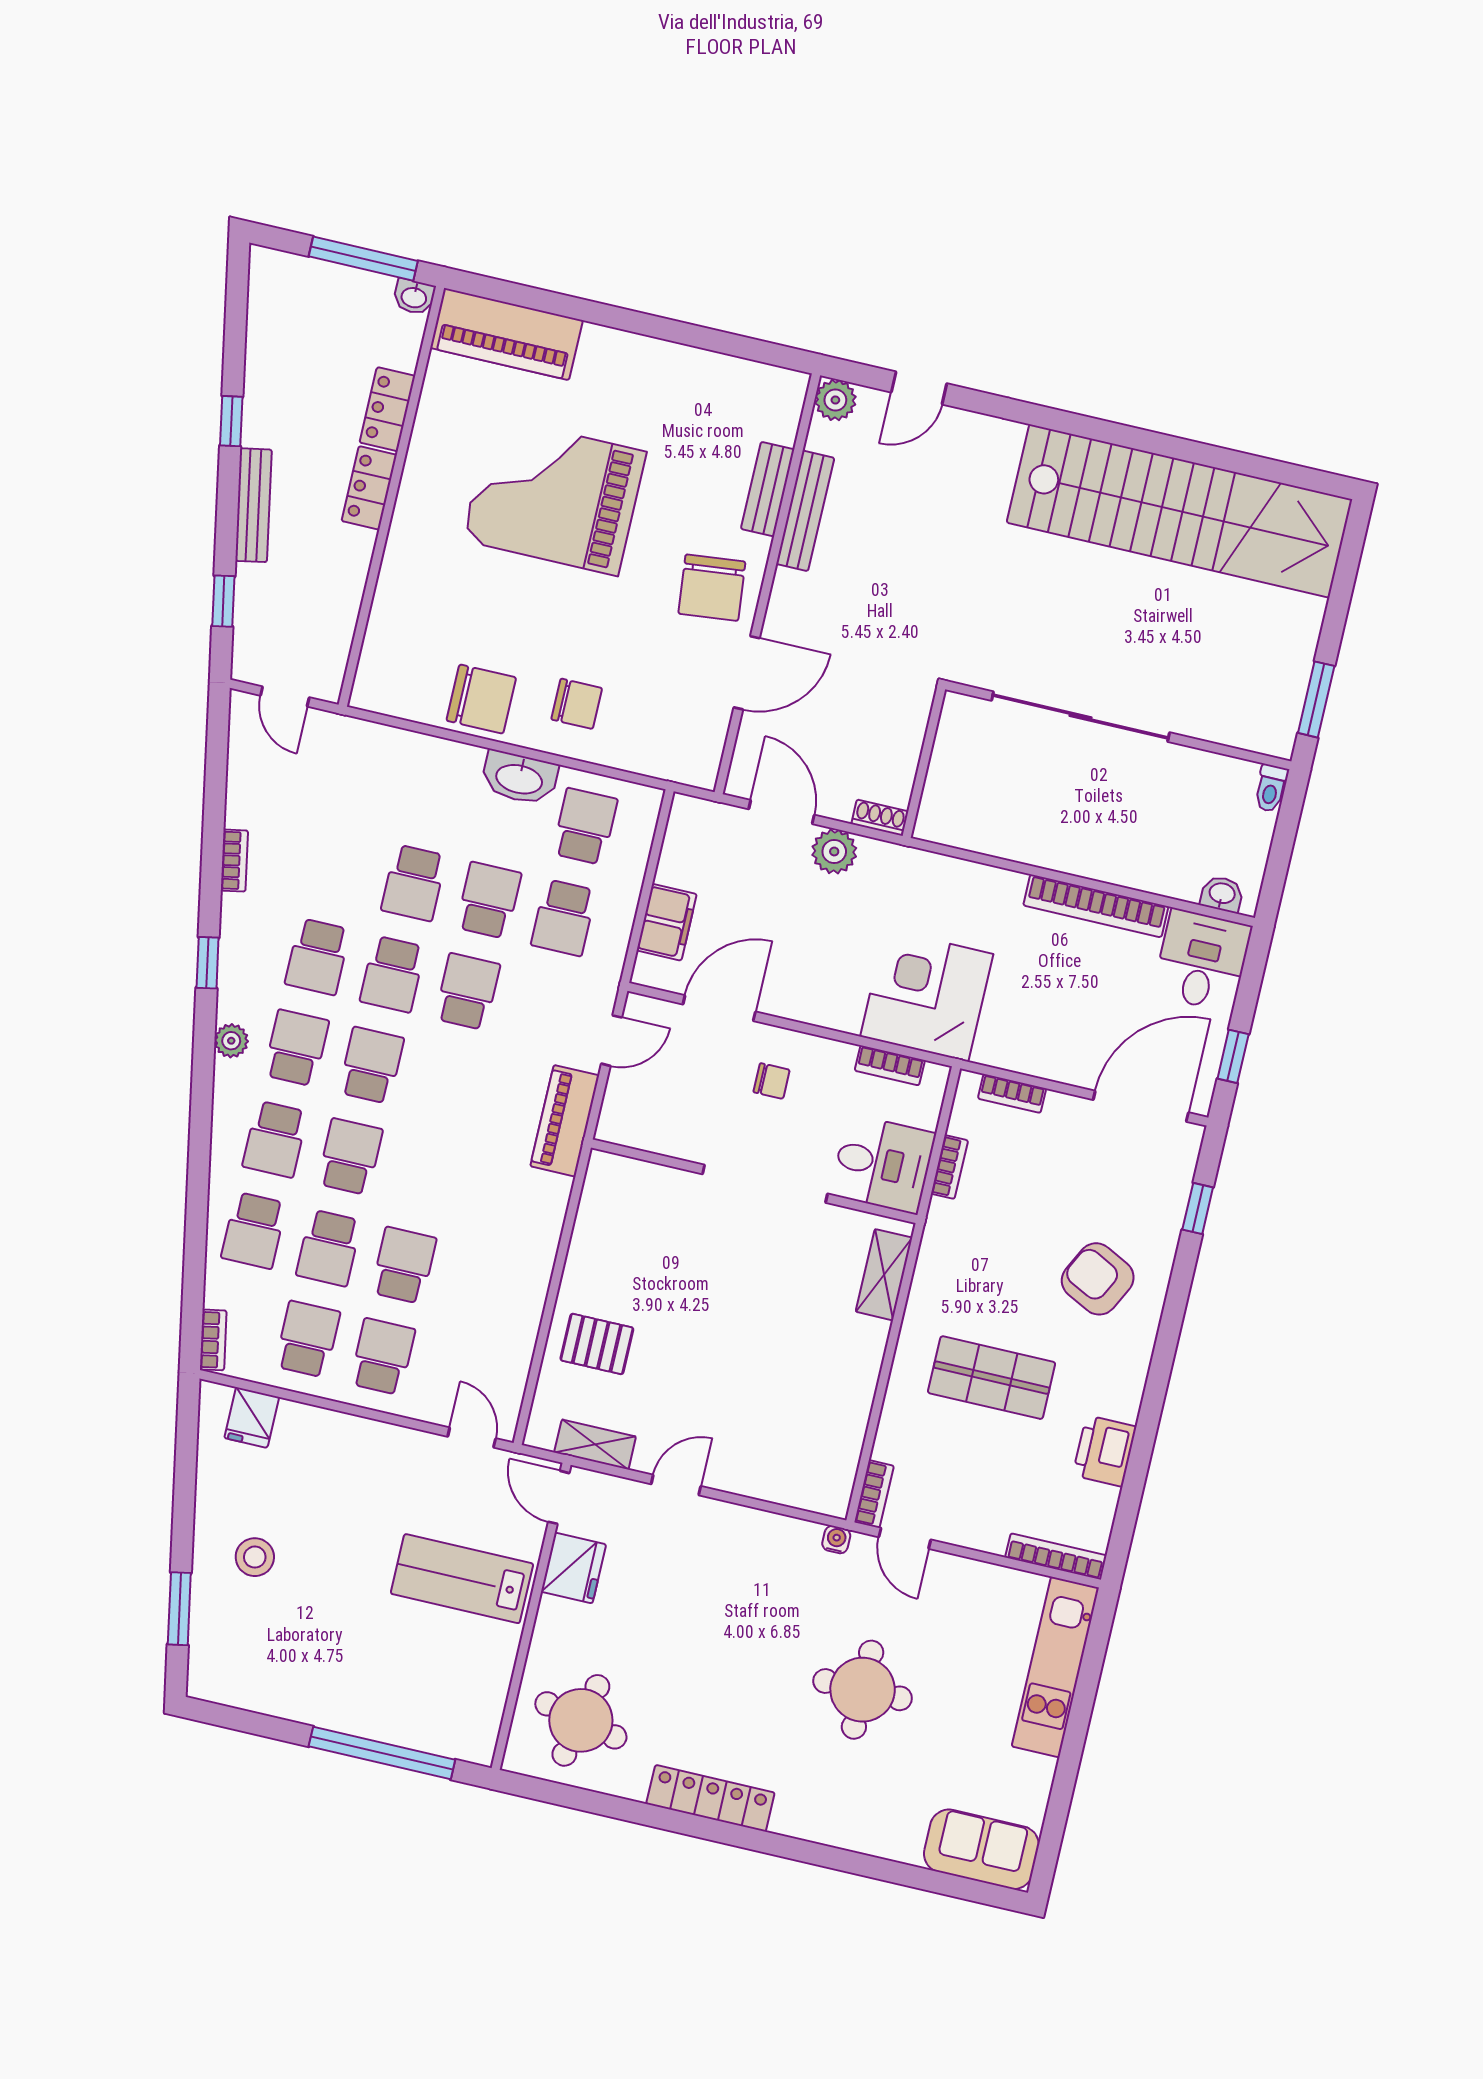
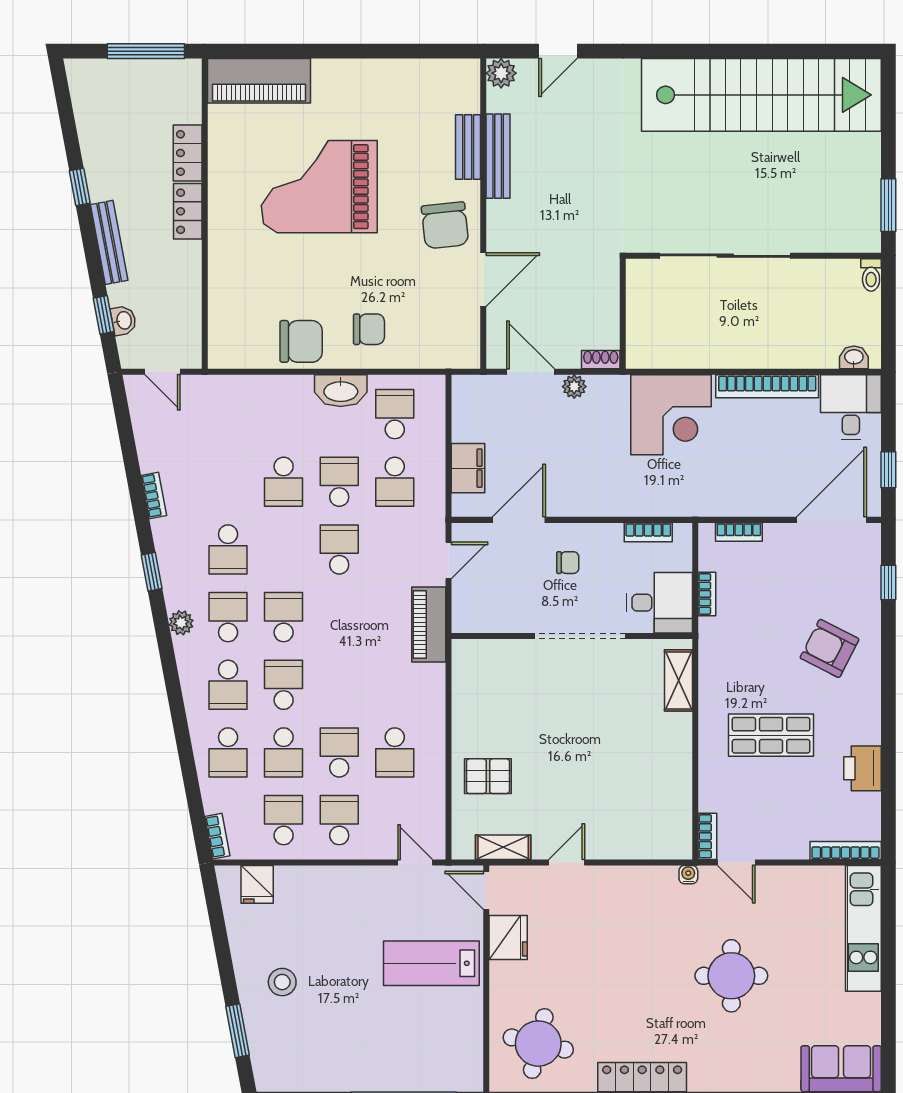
washbasin: (414, 297) -> (123, 320), moved, turned -101
plant: (834, 851) -> (574, 387), width x0.73, depth x0.73
school desk: (392, 974) -> (395, 752), moved
corner desk: (927, 995) -> (671, 415), moved, turned 180

